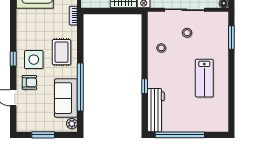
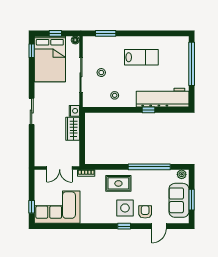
sofa: (66, 98) -> (179, 200), moved, turned 90
workbench: (156, 110) -> (163, 98), width x1.36, depth x1.32
window: (180, 135) -> (192, 64), moved

